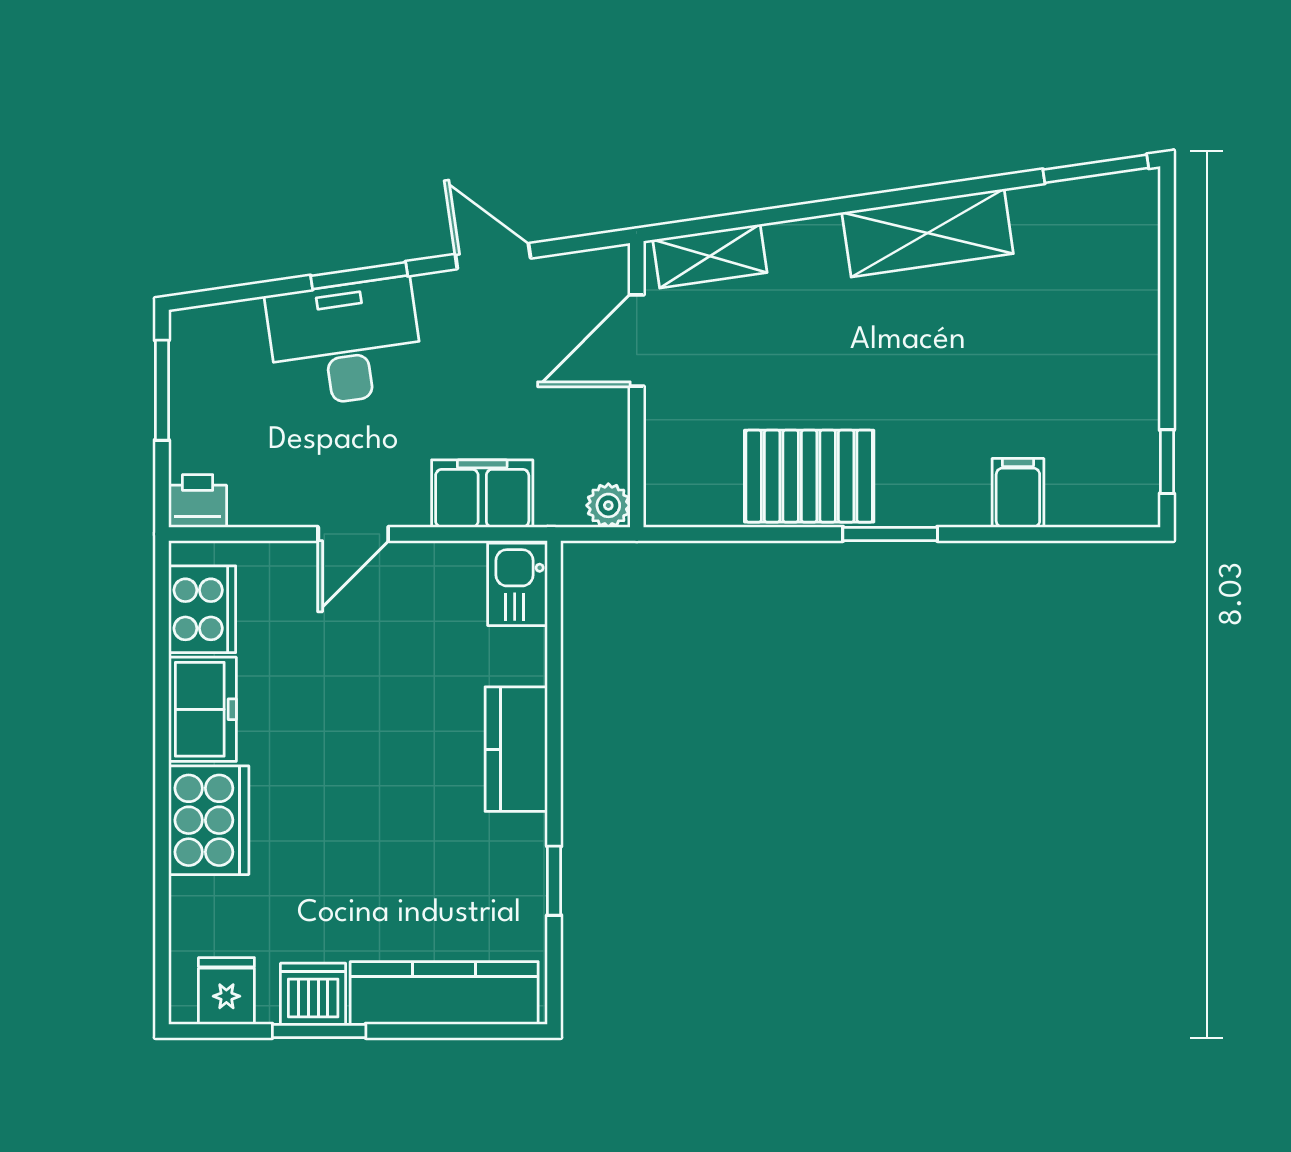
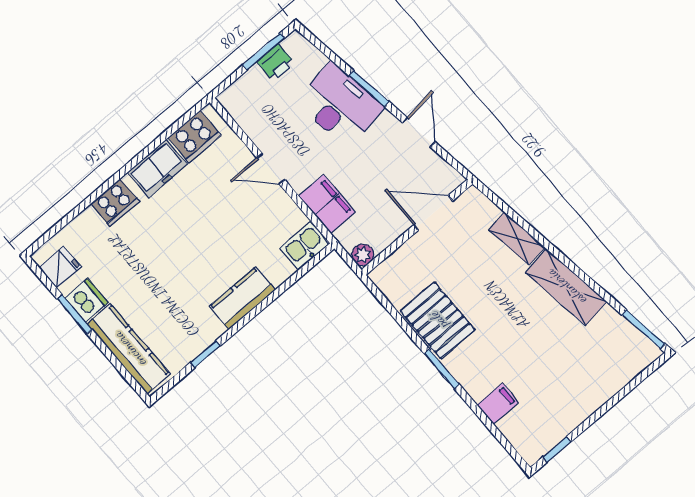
shelving: (710, 256) -> (517, 238), moved
printer: (198, 501) -> (276, 62), moved, turned 90
cooker: (209, 820) -> (115, 203), width x0.73, depth x0.76

